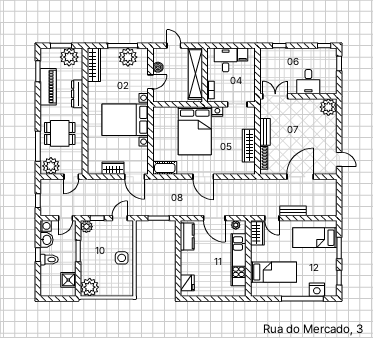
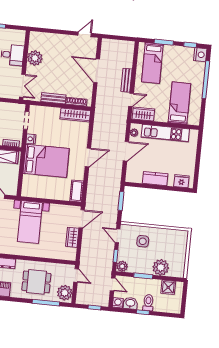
double door: (275, 96) -> (22, 86), swing flipped
plant: (328, 107) -> (35, 58), moved
bed with nightstands: (125, 120) -> (30, 222), width x0.73
dining table: (60, 133) -> (36, 282), turned 90
wardrobe: (249, 146) -> (75, 115), moved
kitchen counter: (187, 237) -> (155, 179), moved
side table: (122, 258) -> (143, 241), moved
plant: (90, 287) -> (161, 267), moved
nightstand: (317, 290) -> (200, 55), moved

